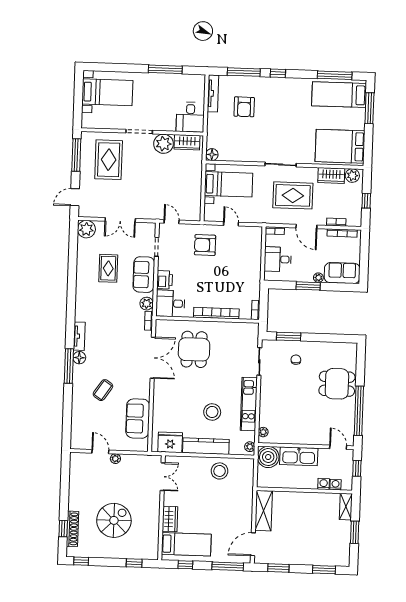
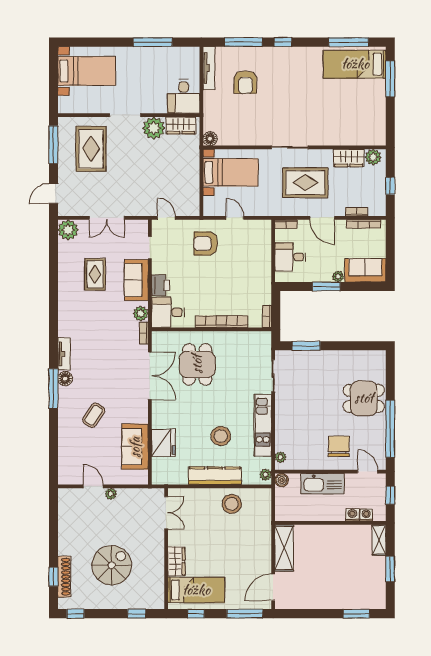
bed: (340, 146) -> (358, 124), removed
chair: (296, 360) -> (339, 446), moved, width x1.87, depth x1.87
fridge: (170, 442) -> (163, 443), moved, turned 90
boiler: (268, 457) -> (282, 480), width x0.54, depth x0.54
window: (278, 568) -> (304, 614), removed

